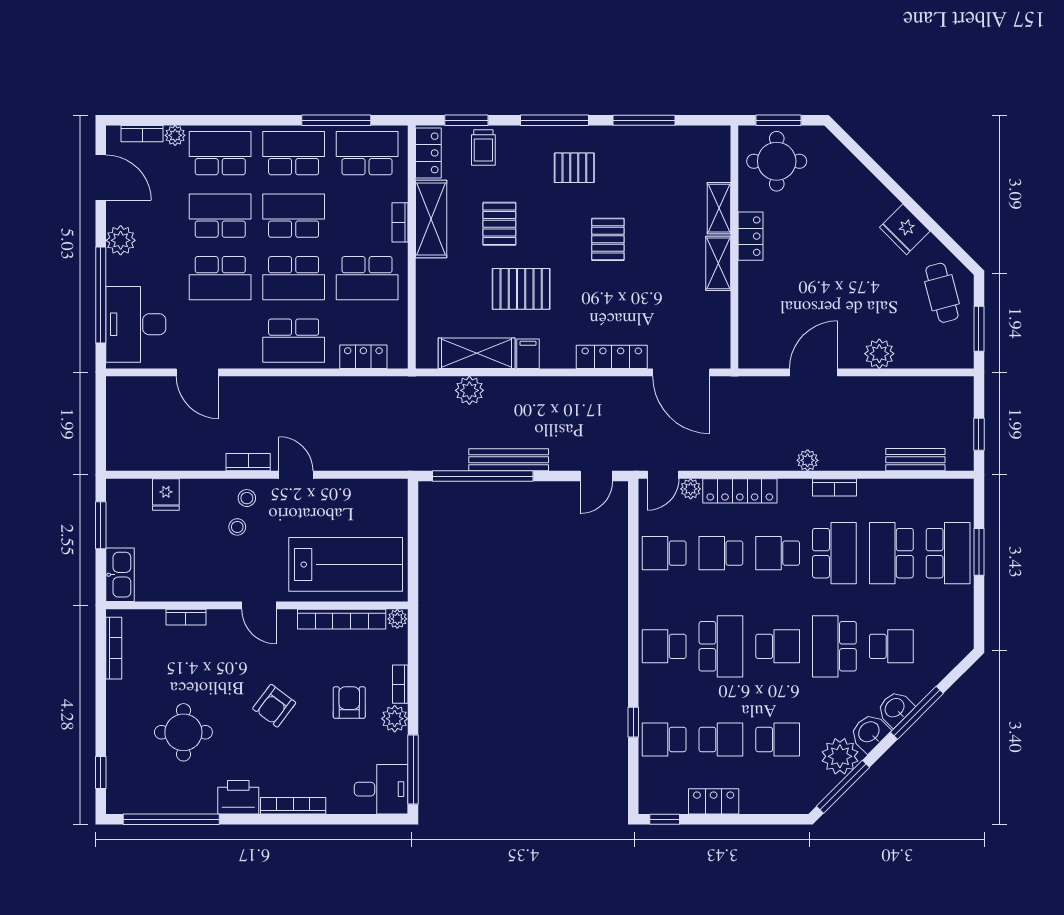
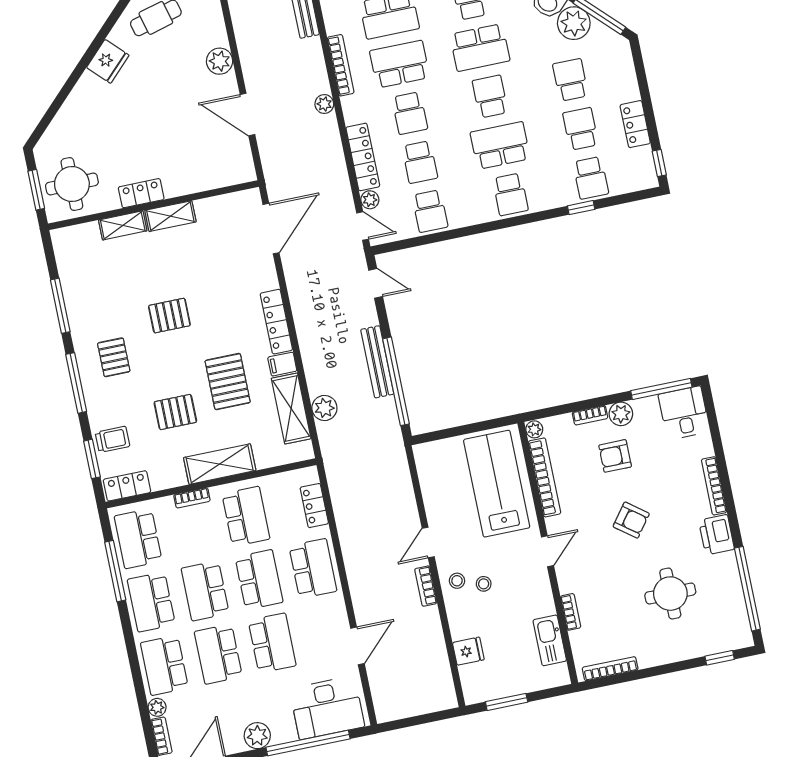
shelving: (431, 219) -> (220, 464), moved
locker: (612, 357) -> (276, 322), moved
bookcase: (835, 487) -> (341, 65), width x1.56
kitchen sink: (120, 575) -> (550, 640), moved, turned -90

